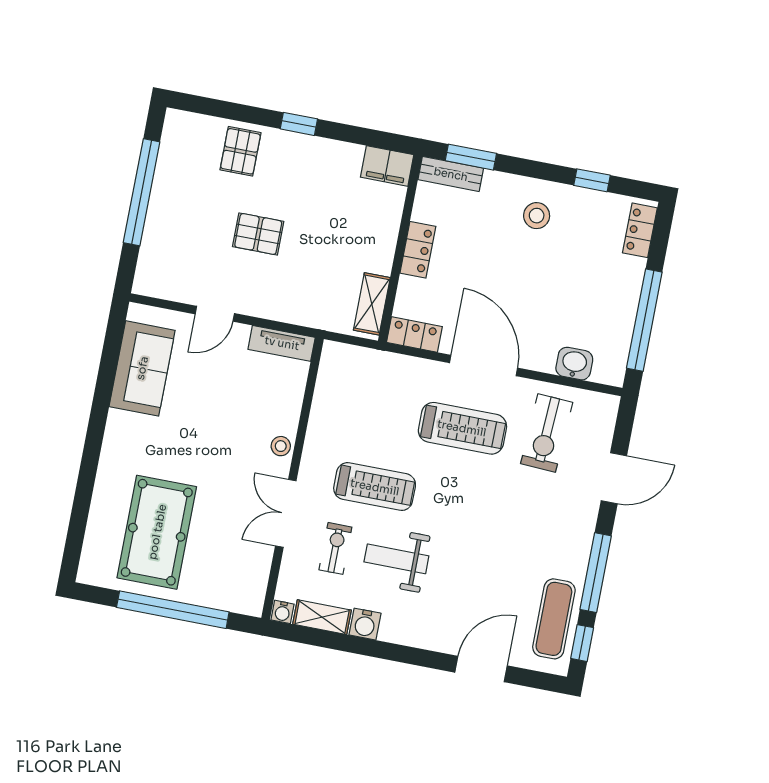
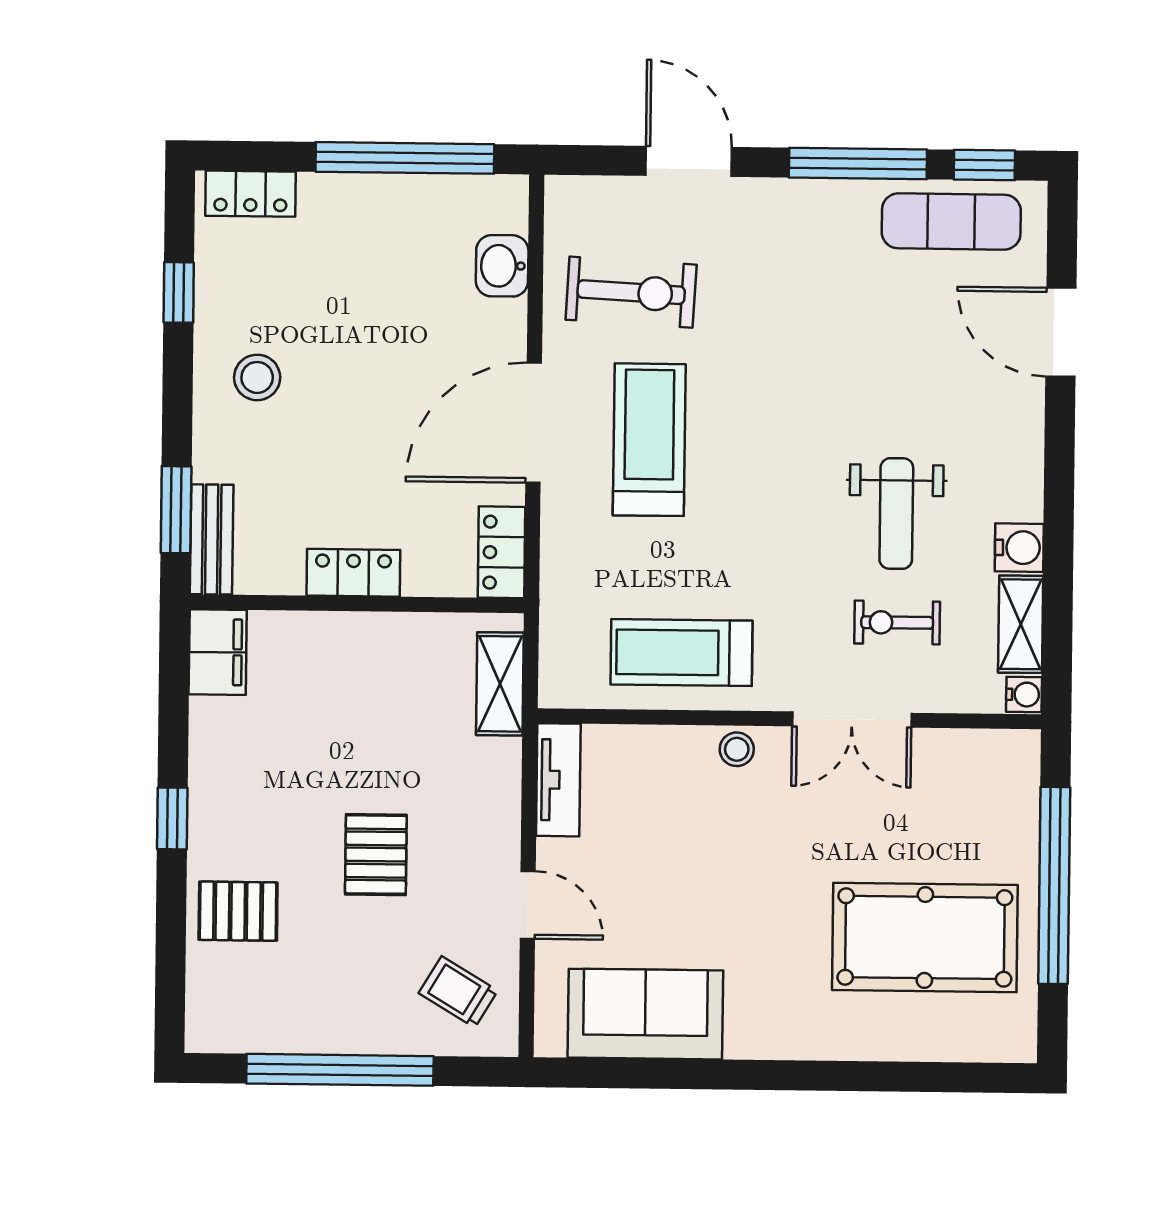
trolley: (173, 266) -> (458, 992), added
shelving: (372, 304) -> (500, 684), moved, turned 90
treadmill: (375, 487) -> (682, 653), moved, turned -90

